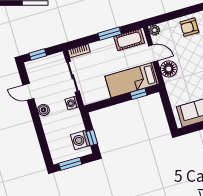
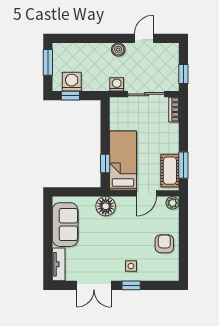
window: (110, 34) -> (183, 165), moved
window: (38, 55) -> (183, 74), moved
floor lamp: (169, 69) -> (106, 206), moved

